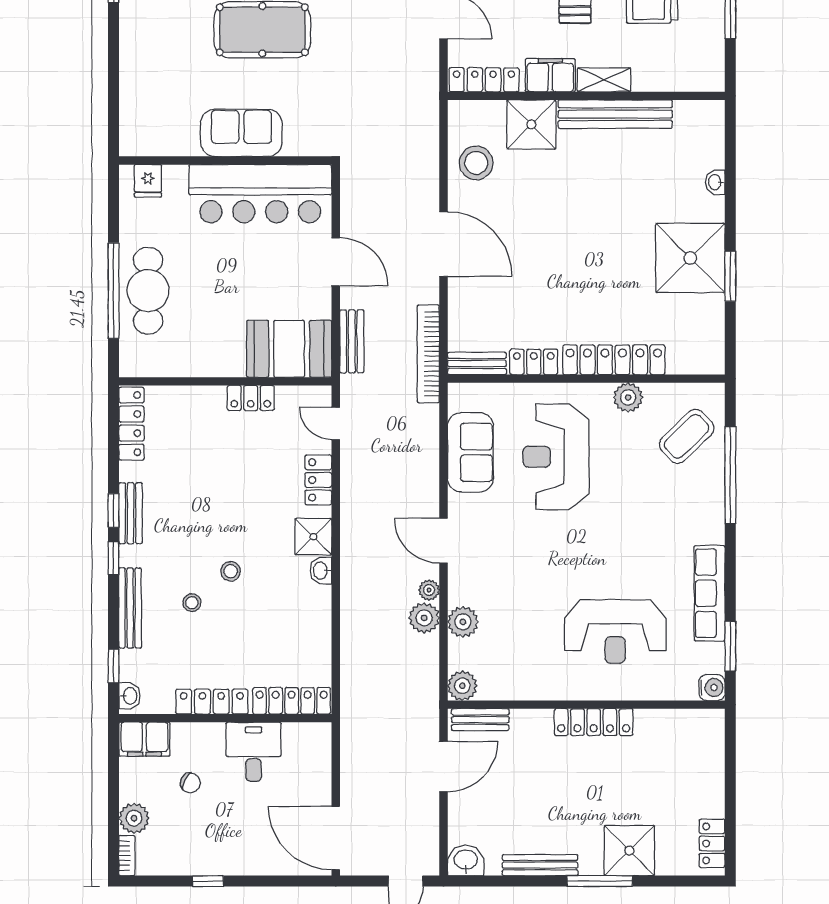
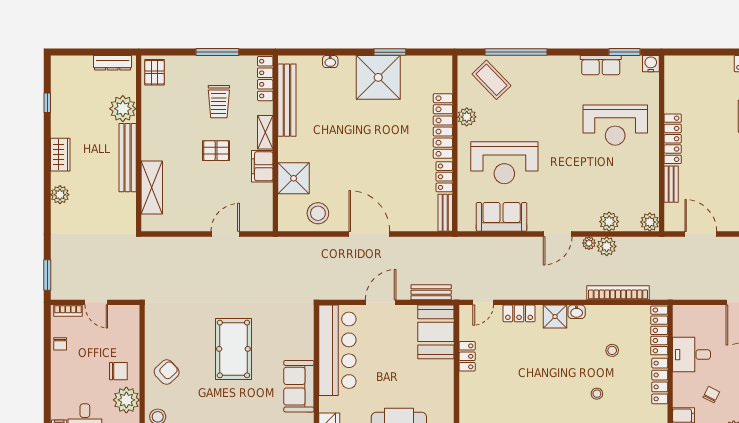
locker: (484, 80) -> (265, 79), moved
bench: (615, 114) -> (287, 100), moved
sofa: (241, 133) -> (299, 386), moved
door: (443, 244) -> (369, 234), hinge flipped
bookcase: (428, 354) -> (618, 293), moved, turned 180
stool: (231, 571) -> (612, 350), moved
row of seats: (710, 593) -> (601, 65), width x0.68
reception desk: (615, 631) -> (615, 125), turned 90
bench: (480, 720) -> (671, 184), moved

